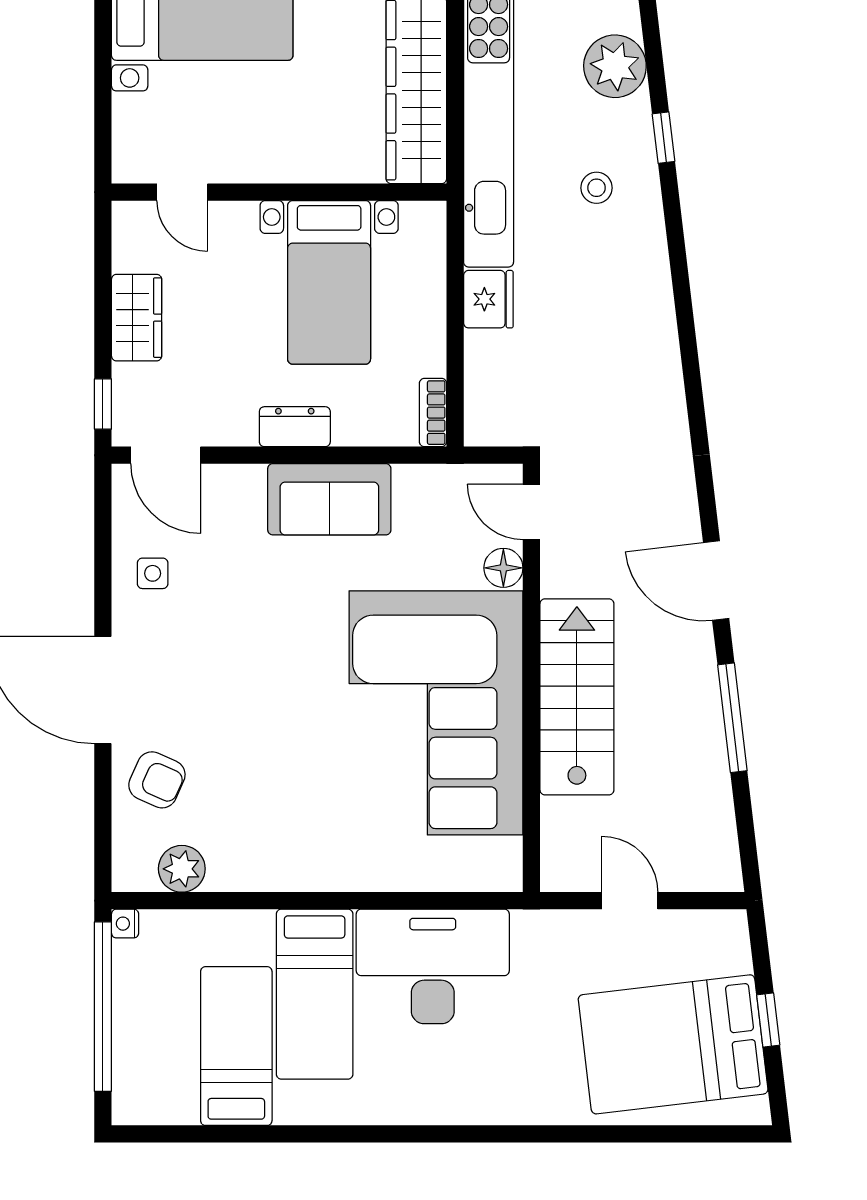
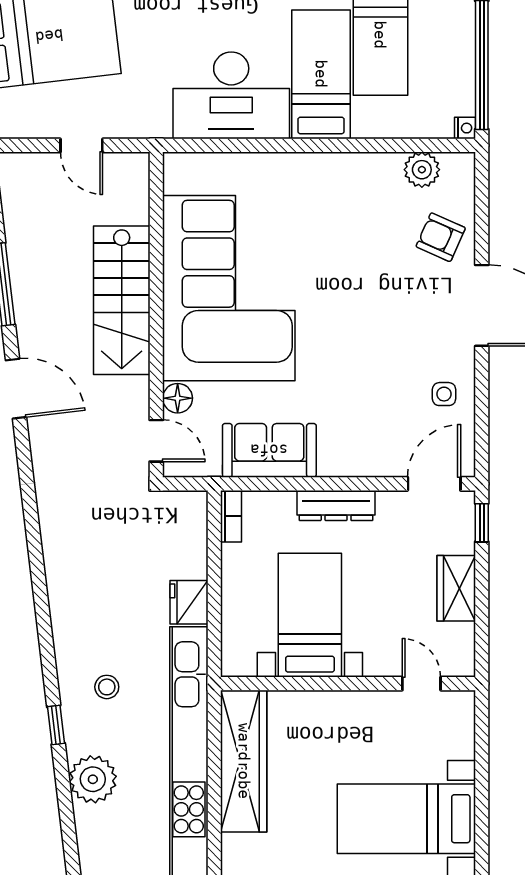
dresser: (295, 427) -> (336, 505), width x1.44
door: (166, 455) -> (434, 484), hinge flipped
sofa: (329, 499) -> (269, 450), moved

